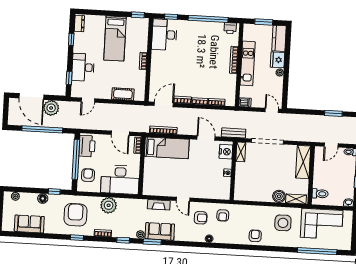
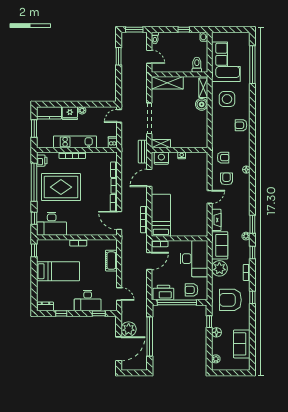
rug: (202, 46) -> (61, 187), added
sofa: (160, 231) -> (220, 245), moved, turned 180

